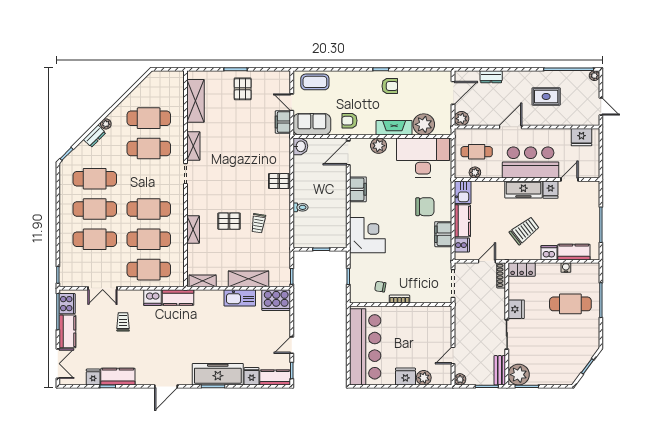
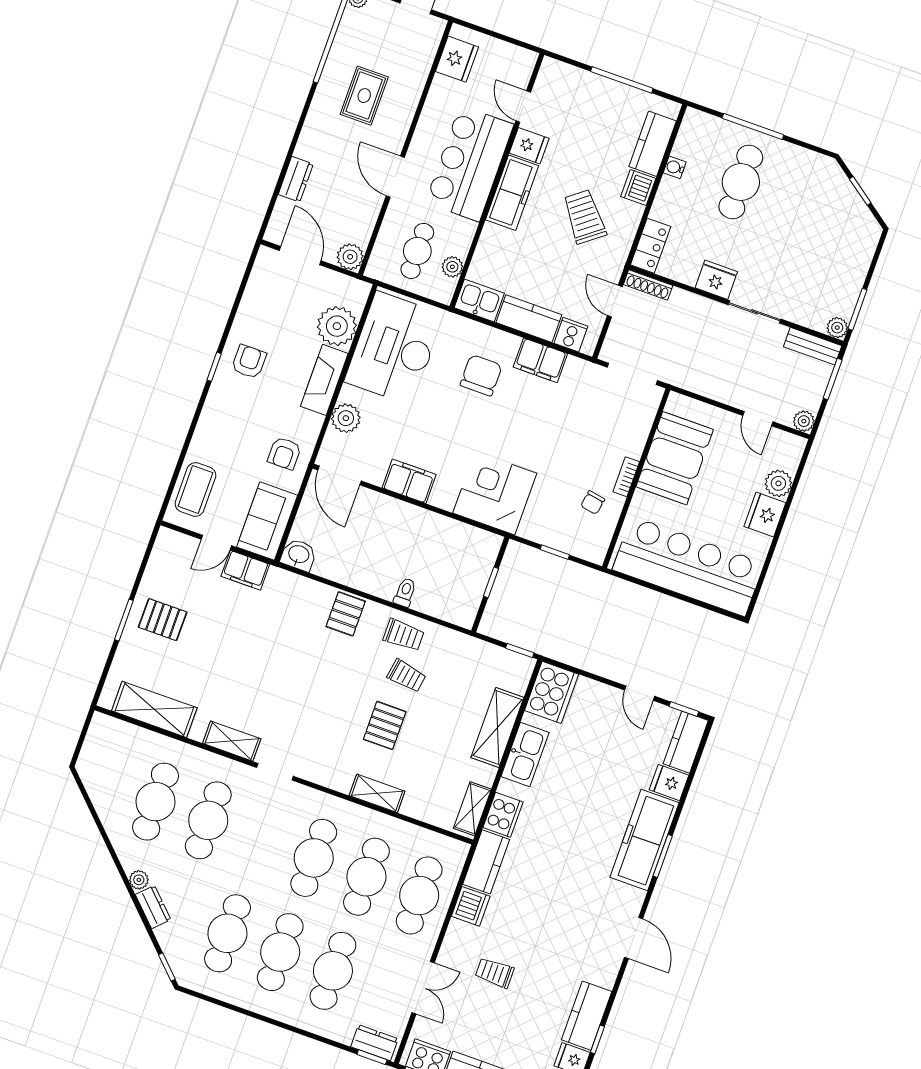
trolley: (279, 214) -> (404, 635), added
dresser: (66, 273) -> (374, 1043), added
cooker: (205, 298) -> (503, 815), added
booth: (418, 320) -> (675, 458), added
plant: (519, 375) -> (837, 328), width x0.53, depth x0.53

